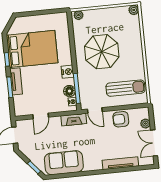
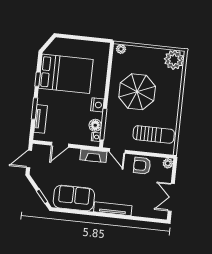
plant: (134, 10) -> (174, 60), width x1.87, depth x1.87
tv unit: (16, 81) -> (41, 119), moved
plant: (145, 124) -> (168, 163), moved
tv unit: (120, 163) -> (113, 209), moved

